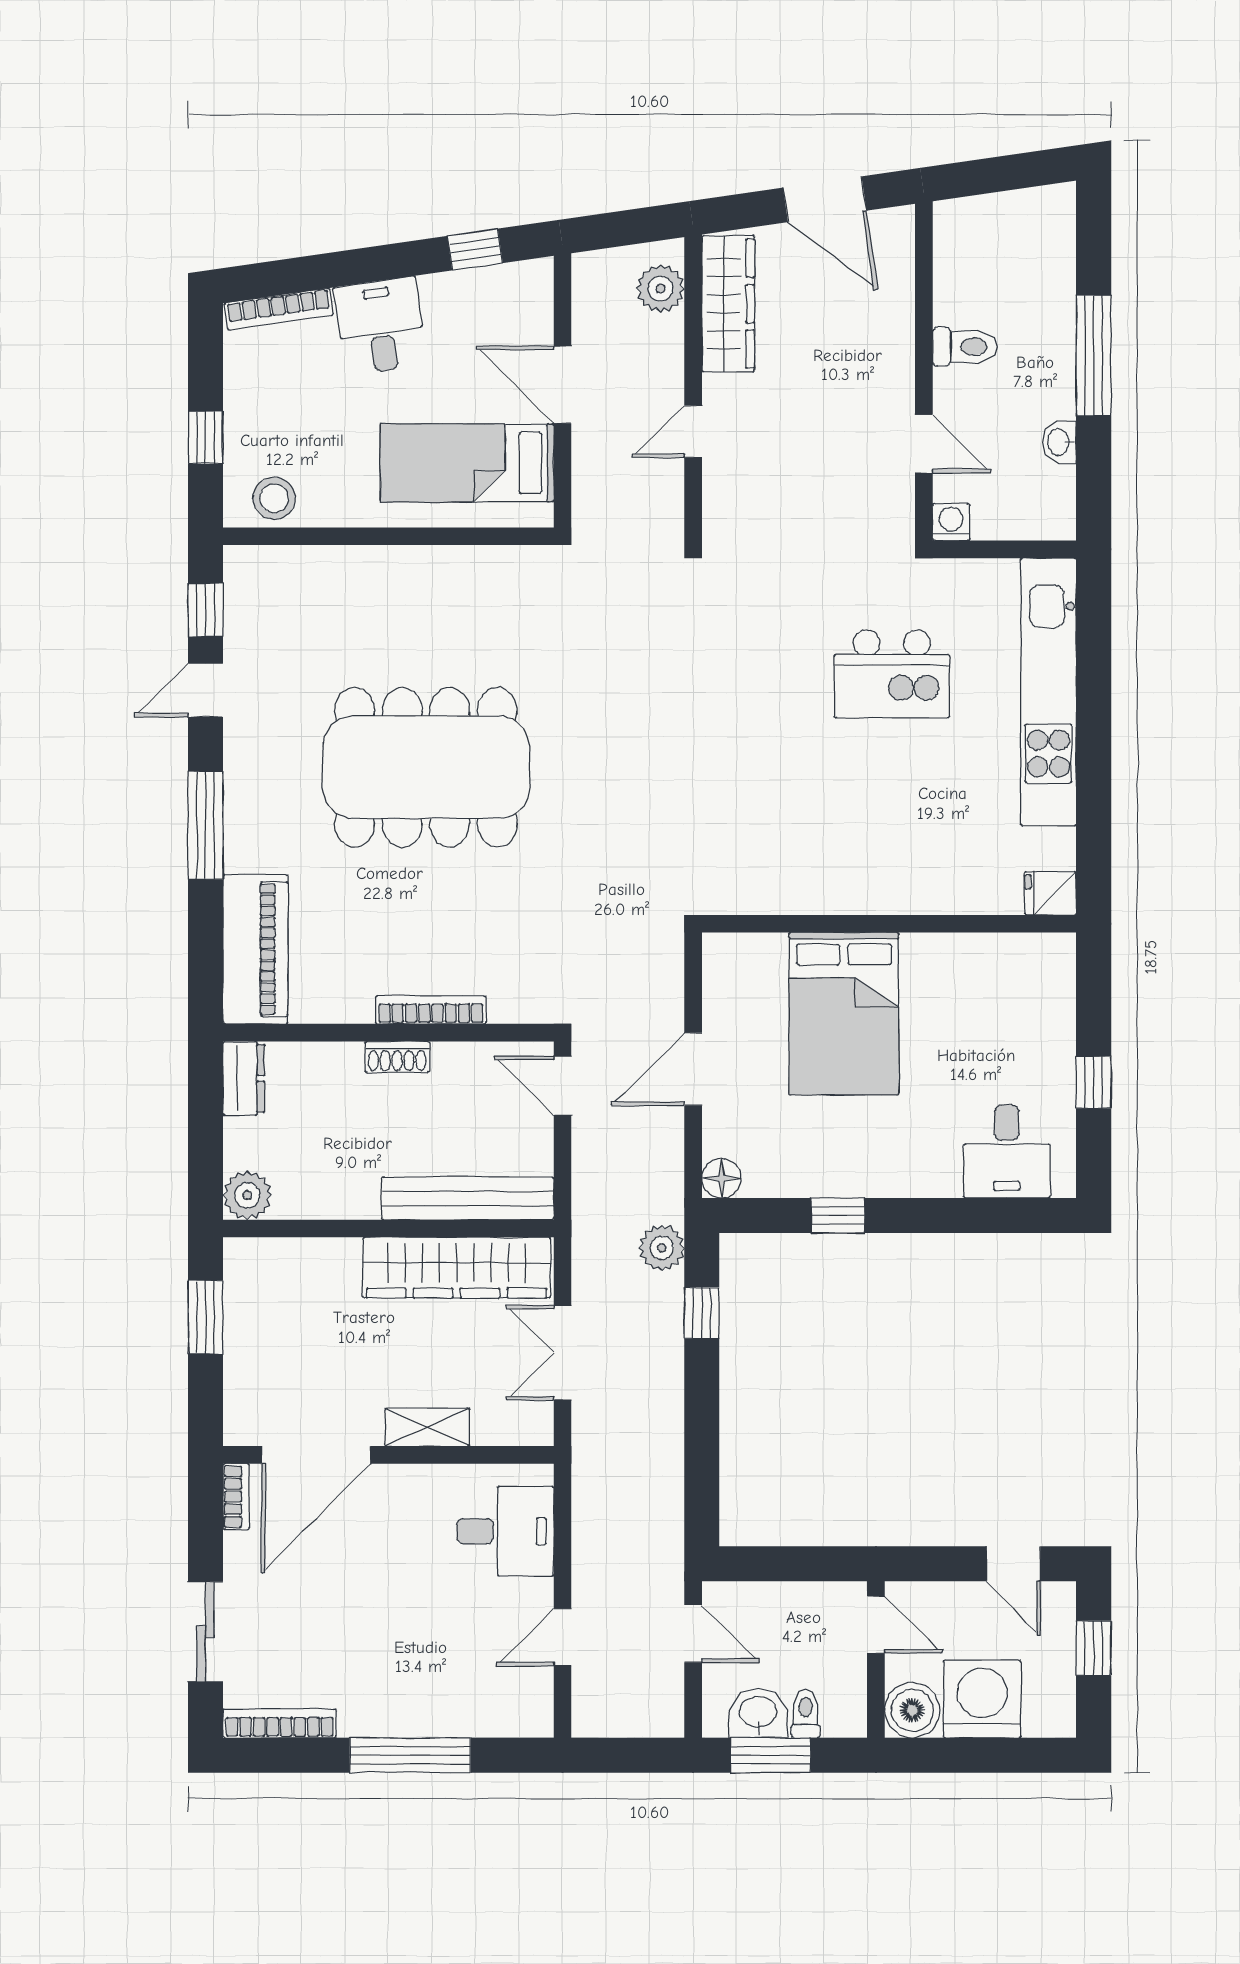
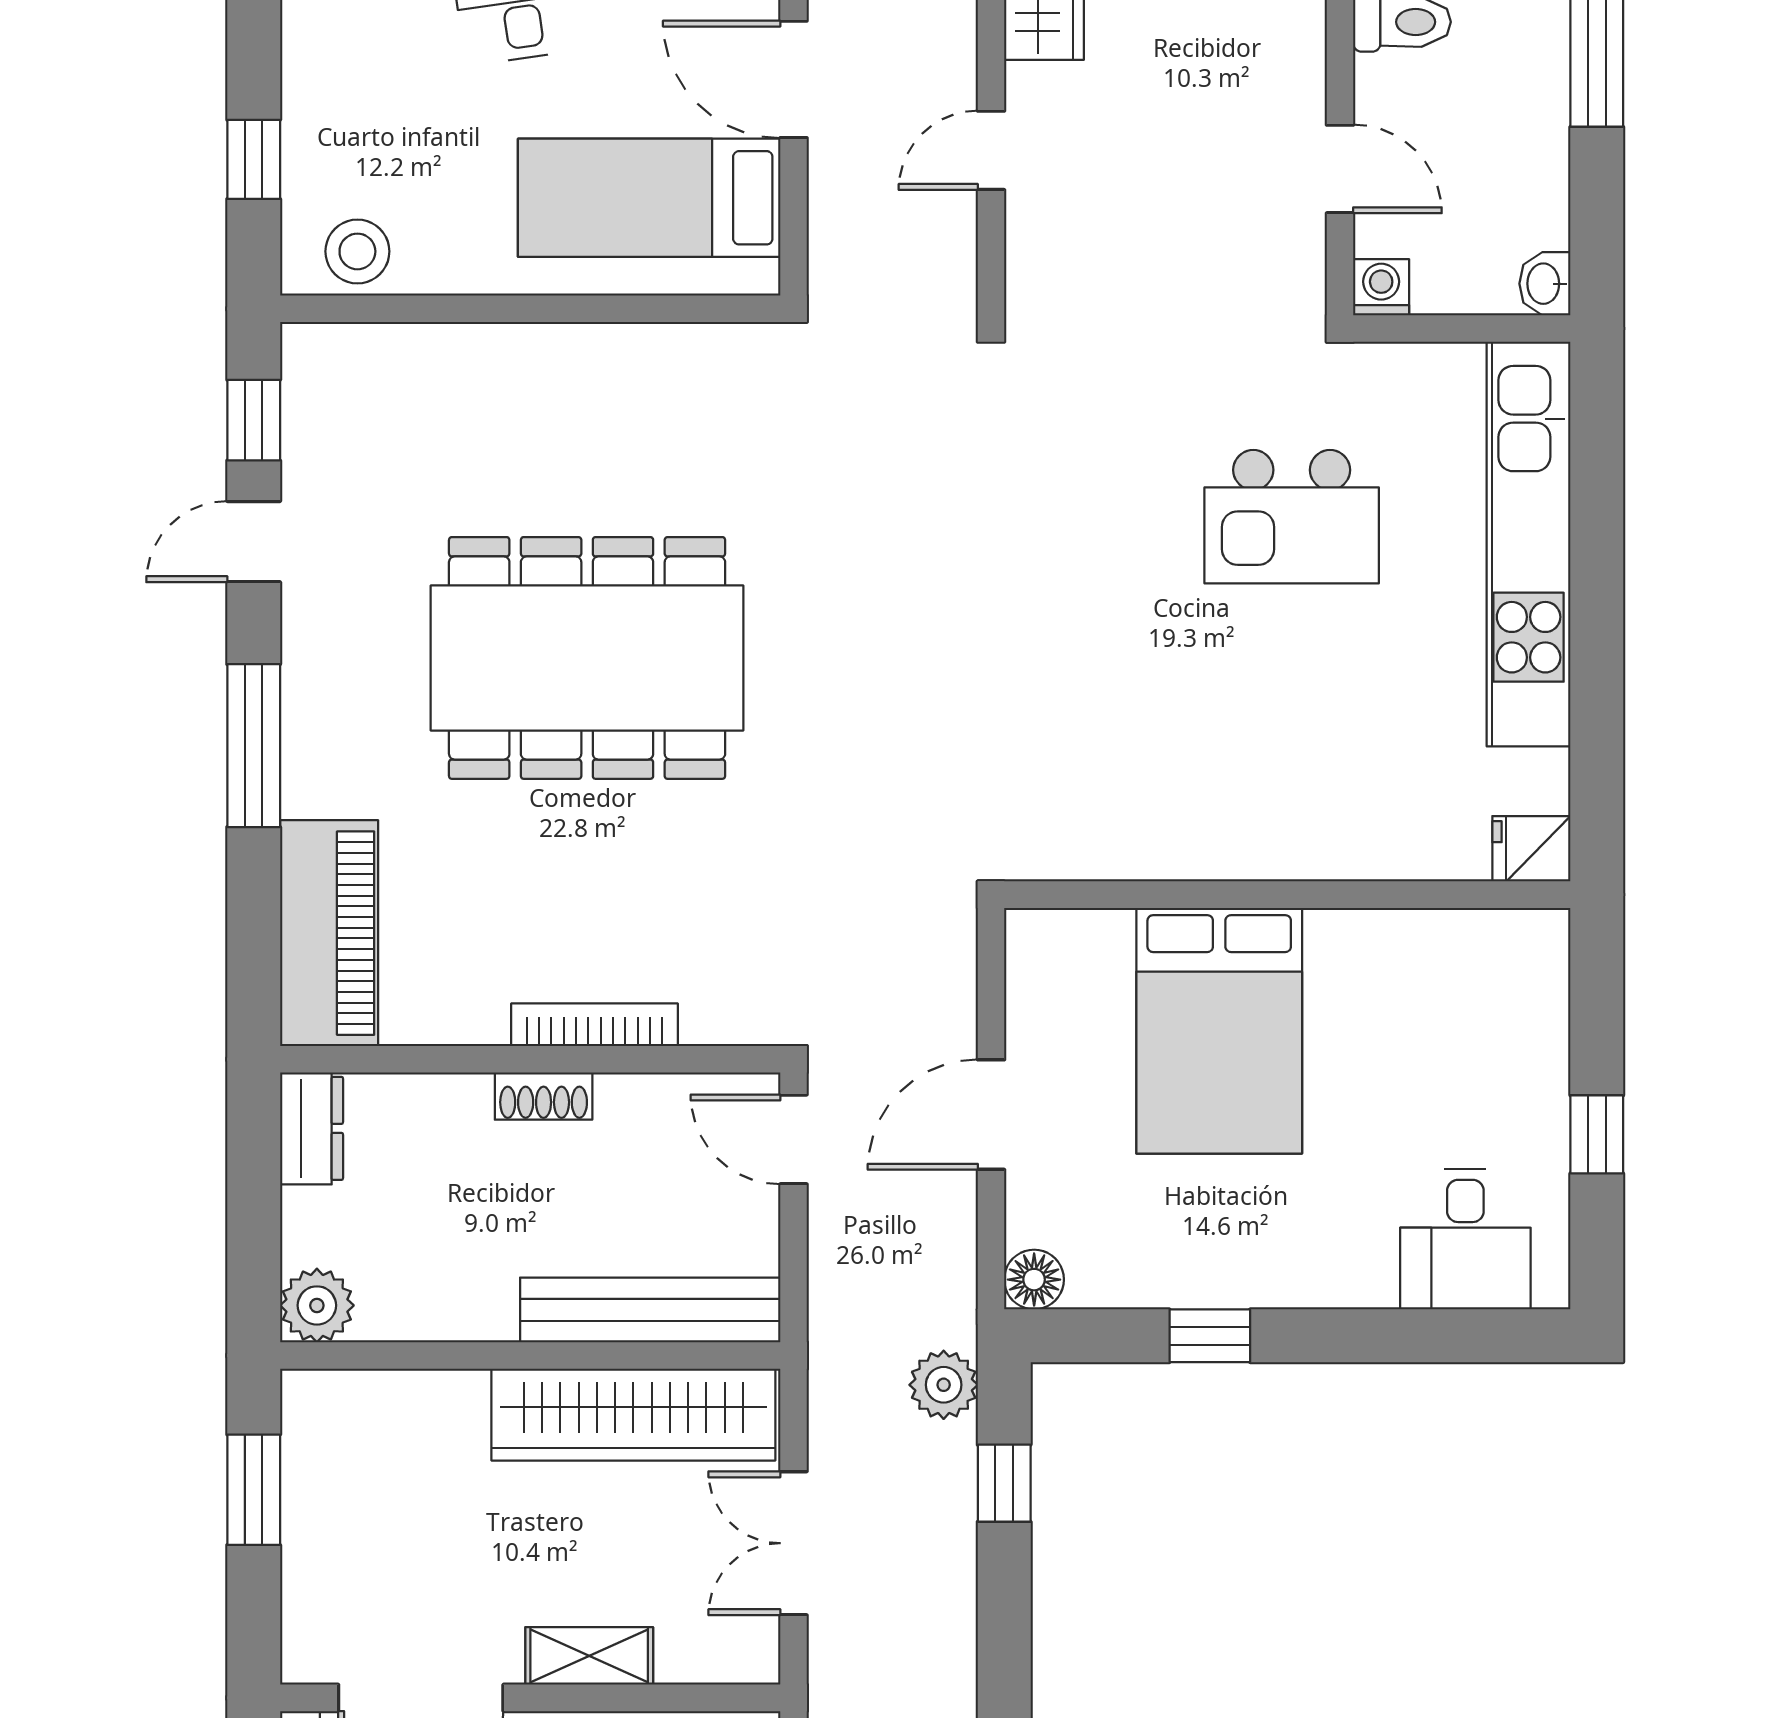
washbasin: (1059, 442) -> (1545, 284), moved

